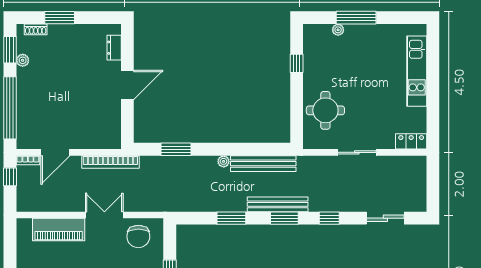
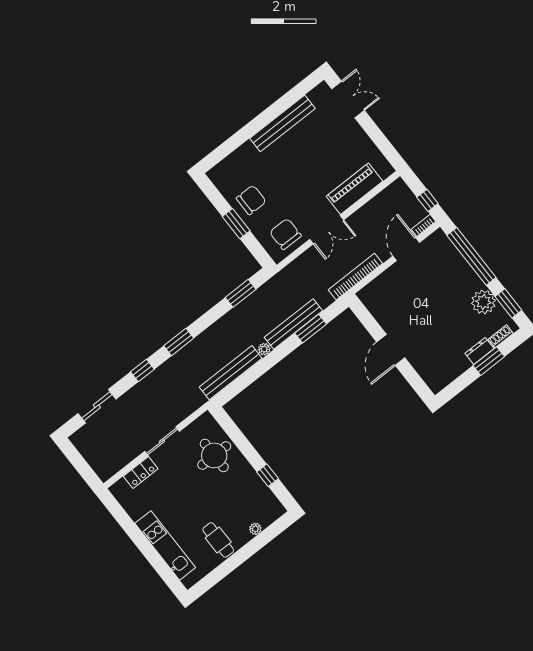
window: (356, 18) -> (248, 550), removed
cafe table: (373, 44) -> (218, 540), added
dresser: (114, 48) -> (479, 351), moved, turned -90
plant: (23, 60) -> (483, 302), width x1.87, depth x1.87
locker: (411, 141) -> (141, 473), moved
bench: (278, 204) -> (293, 324), moved
window: (231, 218) -> (241, 293), moved

